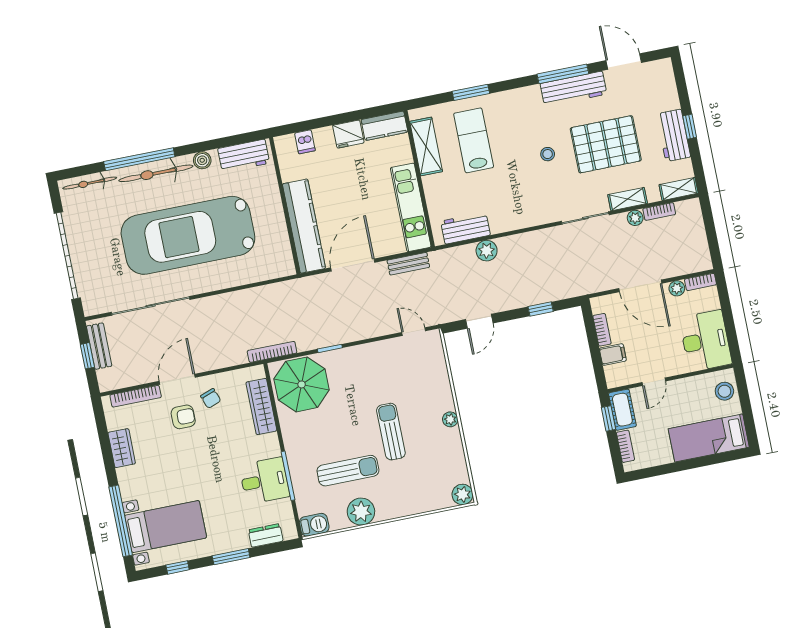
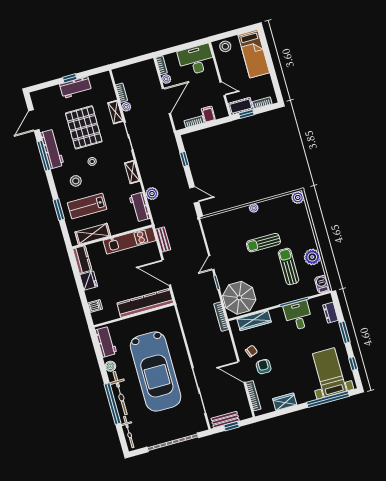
stool: (517, 124) -> (76, 181), added
shelving: (679, 189) -> (132, 172), moved
door: (414, 332) -> (211, 263), moved

